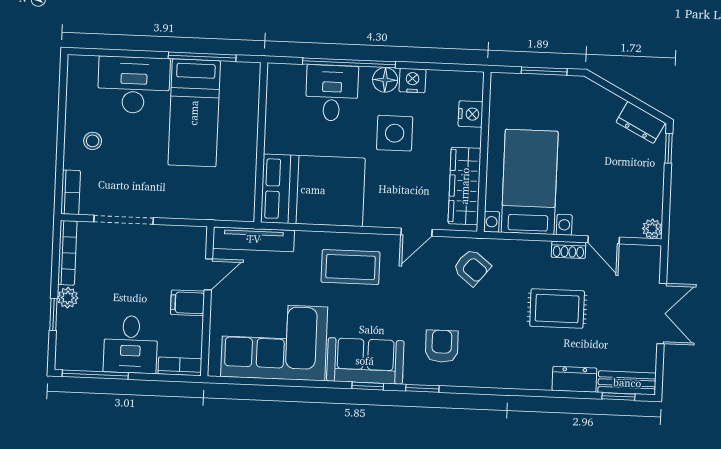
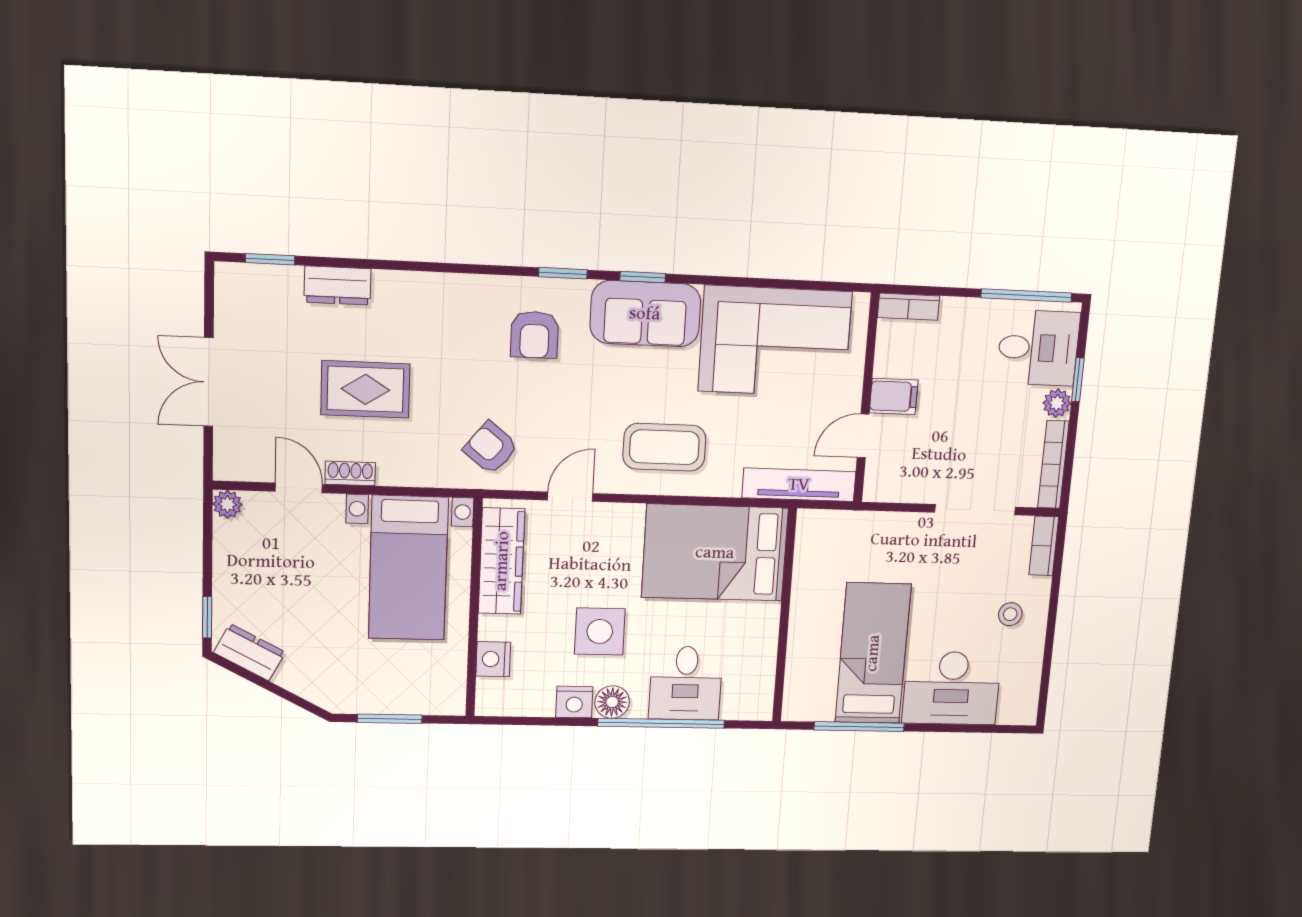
desk: (131, 344) -> (1038, 348), moved, turned 90
bench: (627, 383) -> (258, 280), removed

